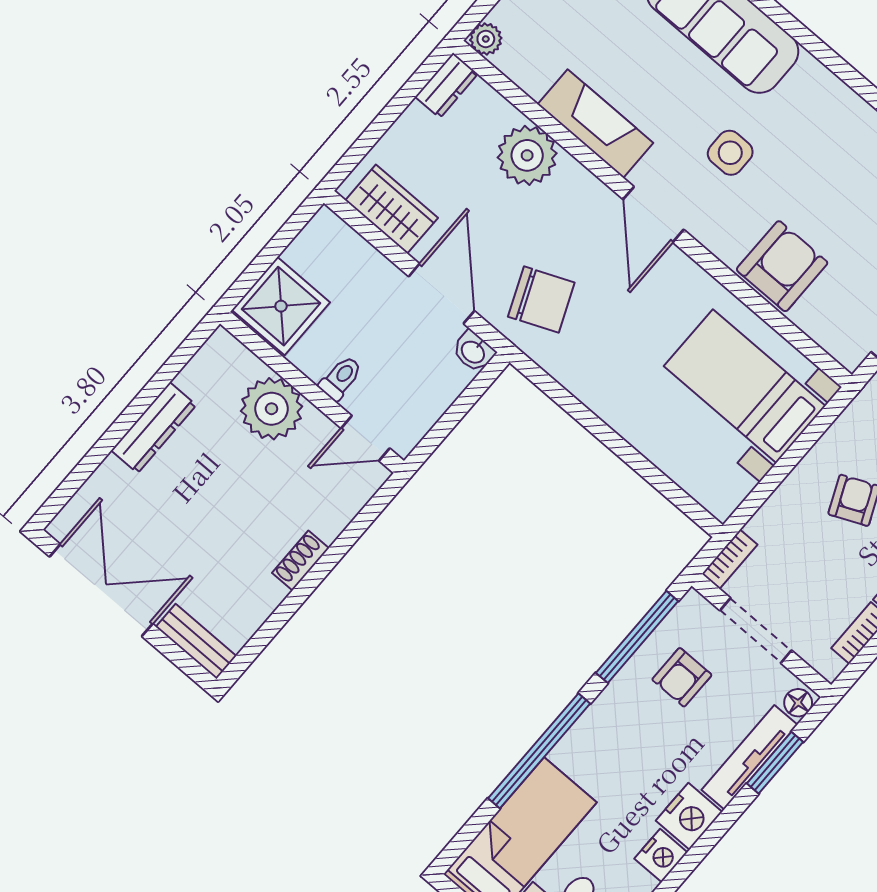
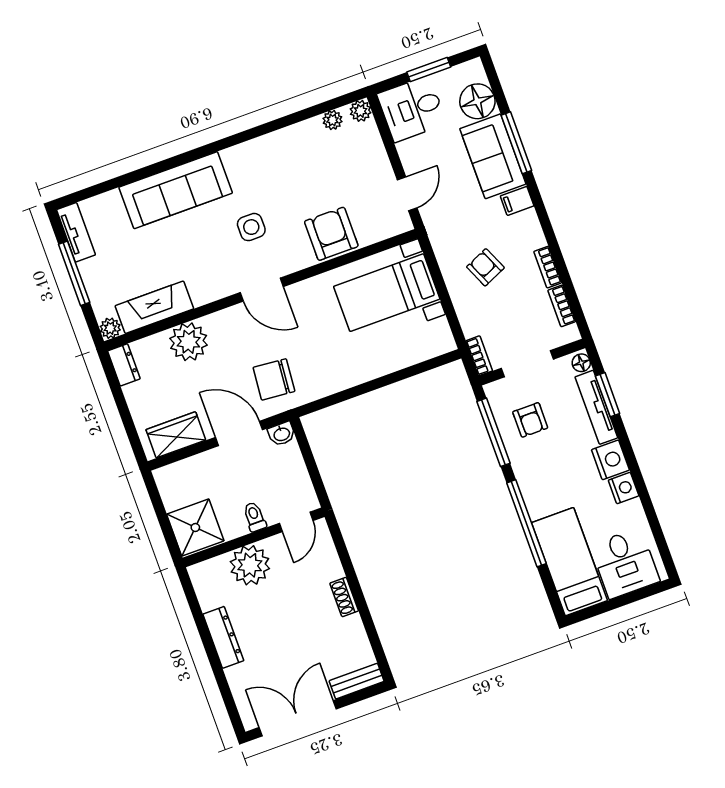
fireplace: (595, 124) -> (154, 307), moved
chair: (541, 300) -> (274, 379), turned -152

